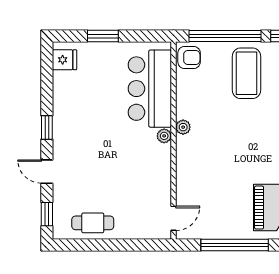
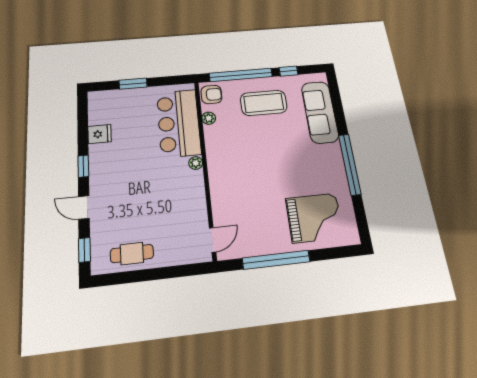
fridge: (64, 60) -> (100, 134), moved
coffee table: (246, 73) -> (264, 103), turned 90
plant: (183, 127) -> (209, 118), moved

